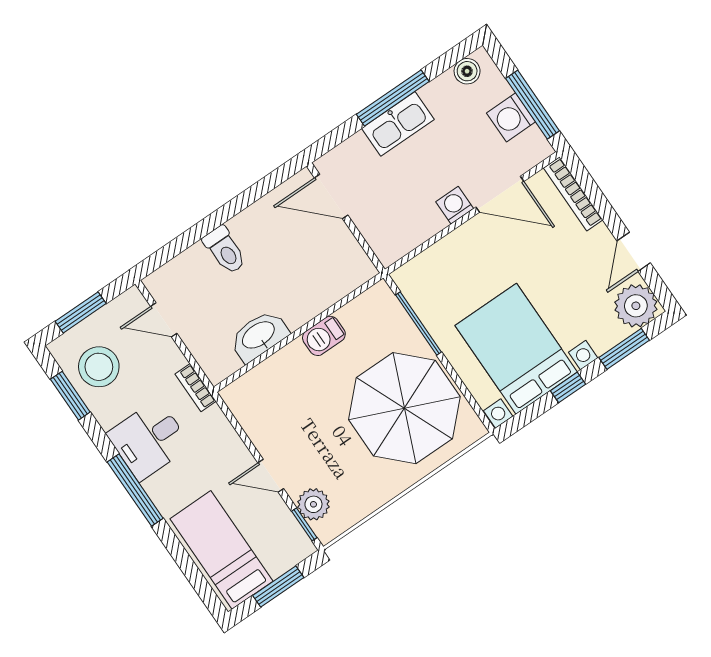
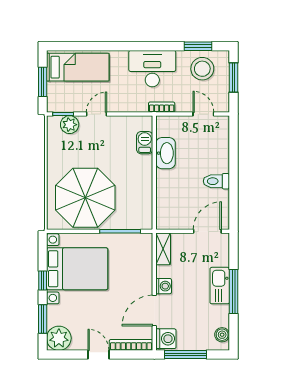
washing machine: (511, 117) -> (166, 339), moved, turned 90
shelving: (401, 243) -> (163, 249), added
toilet: (225, 250) -> (216, 181), moved
door: (634, 252) -> (98, 354), moved
door: (164, 320) -> (203, 114), hinge flipped
barbecue: (324, 336) -> (145, 143), moved
desk: (149, 440) -> (152, 69), width x1.37
window: (135, 490) -> (133, 46), removed

